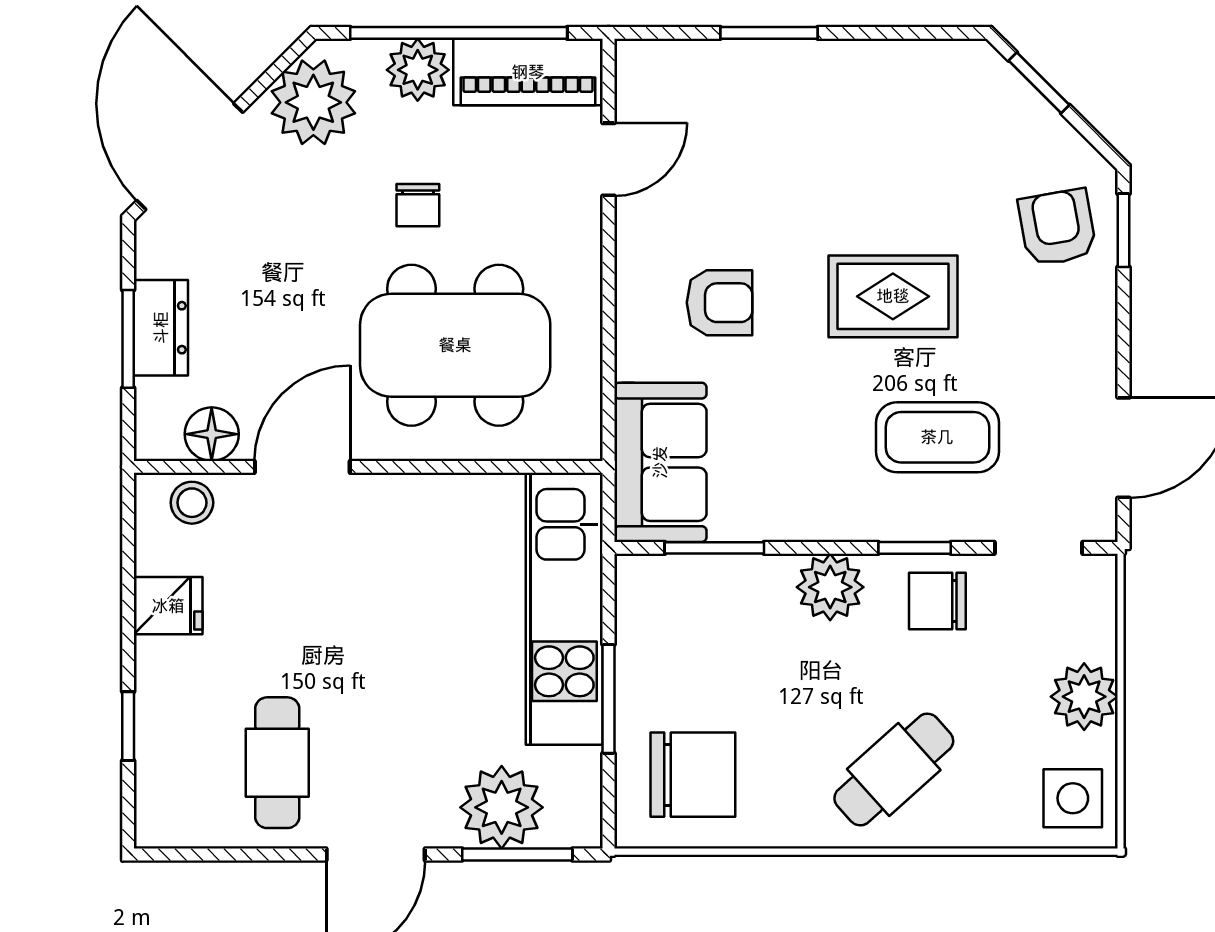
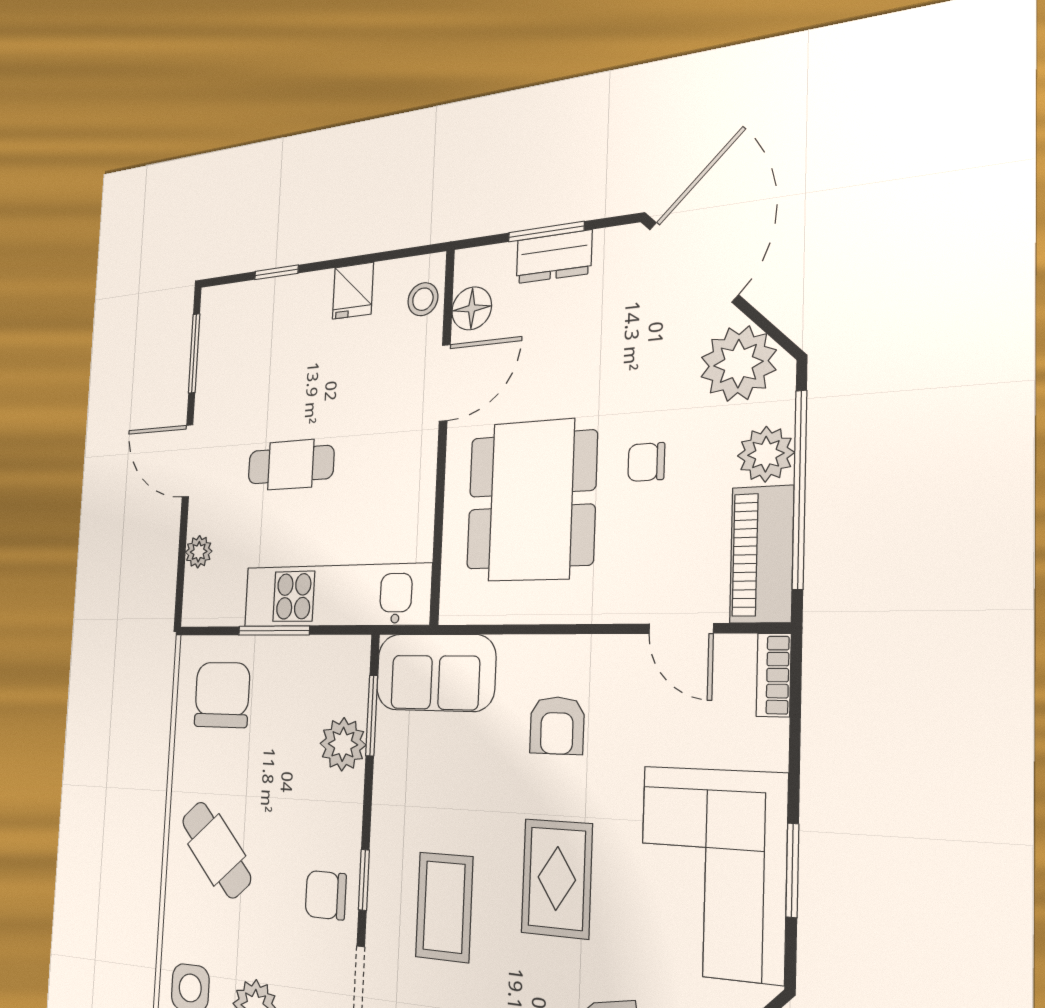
window: (769, 33) -> (792, 870), moved
bookcase: (659, 56) -> (774, 675), added
corner sofa: (873, 117) -> (712, 873), added
door: (190, 156) -> (693, 262), hinge flipped
door: (302, 467) -> (445, 383), hinge flipped
plant: (830, 587) -> (343, 744), moved
chair: (937, 601) -> (326, 895), turned -90
cafe table: (277, 763) -> (291, 465), moved
chair: (693, 775) -> (222, 695), turned 180
plant: (502, 807) -> (199, 552), width x0.53, depth x0.53
window: (517, 855) -> (194, 353), moved

